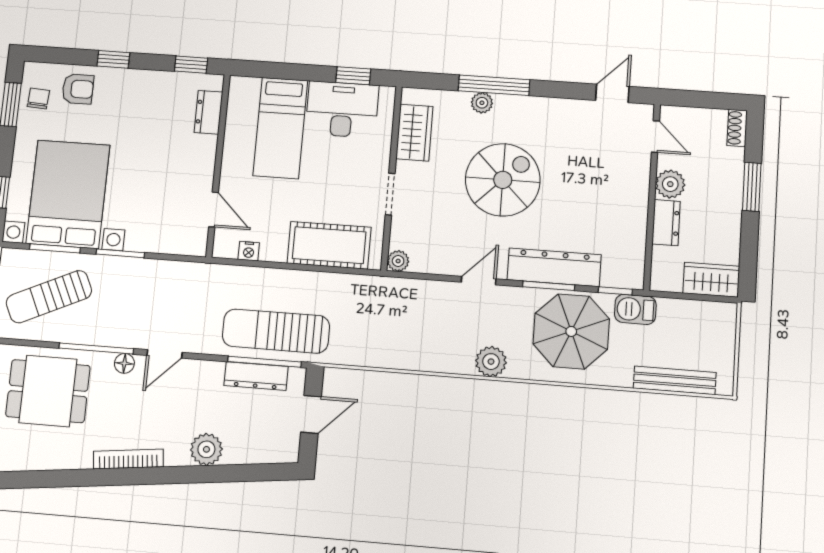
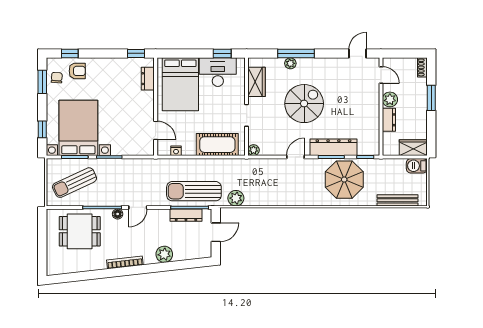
window: (113, 59) -> (70, 53), moved
bed: (280, 128) -> (180, 84), width x1.50
barbecue: (635, 309) -> (417, 166), moved
plant: (491, 362) -> (236, 198), moved

